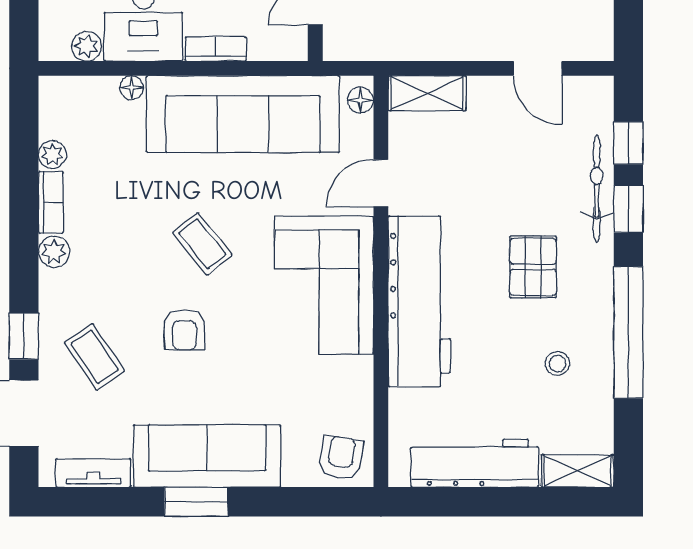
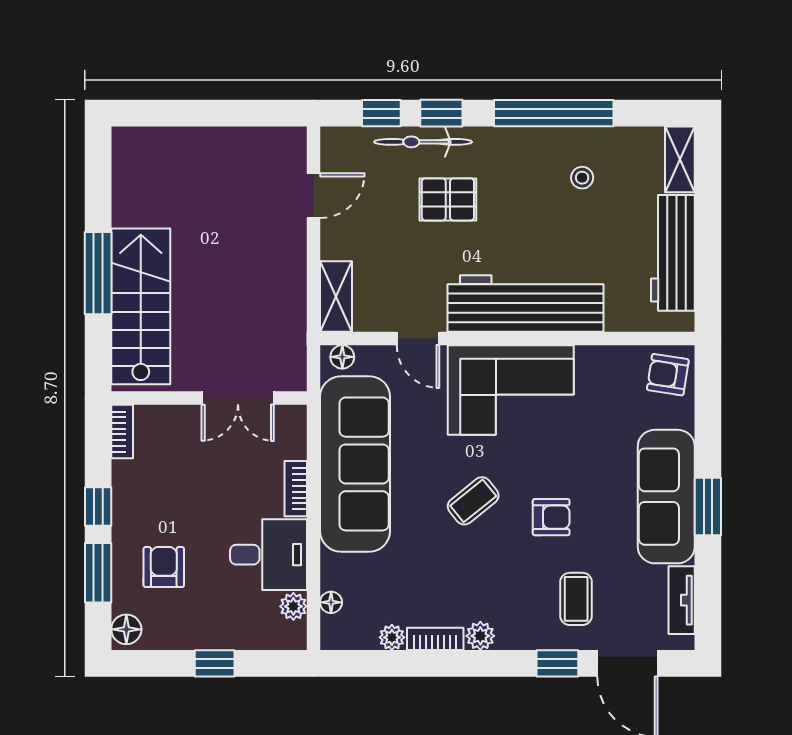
floor lamp: (132, 88) -> (331, 602), moved
pallet: (533, 267) -> (448, 199), moved
coffee table: (95, 357) -> (576, 599), turned -56

